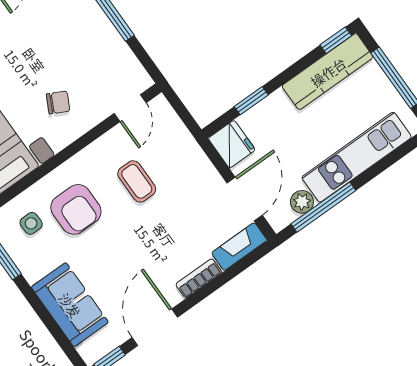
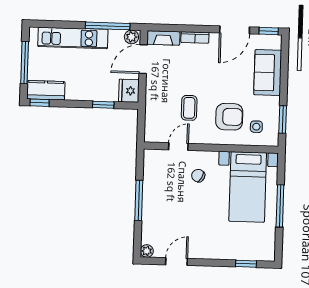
kitchen counter: (328, 72) -> (46, 90), width x0.67
door: (130, 108) -> (178, 147), moved
plant: (302, 202) -> (131, 37), moved
armchair: (76, 209) -> (229, 117), turned 90

